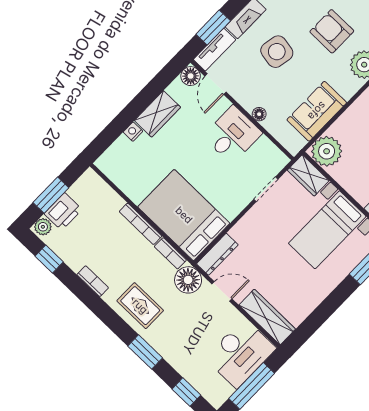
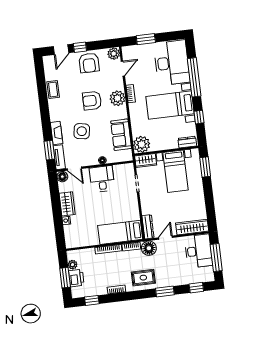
bed: (184, 215) -> (120, 232), width x0.67
plant: (43, 227) -> (73, 265), moved

